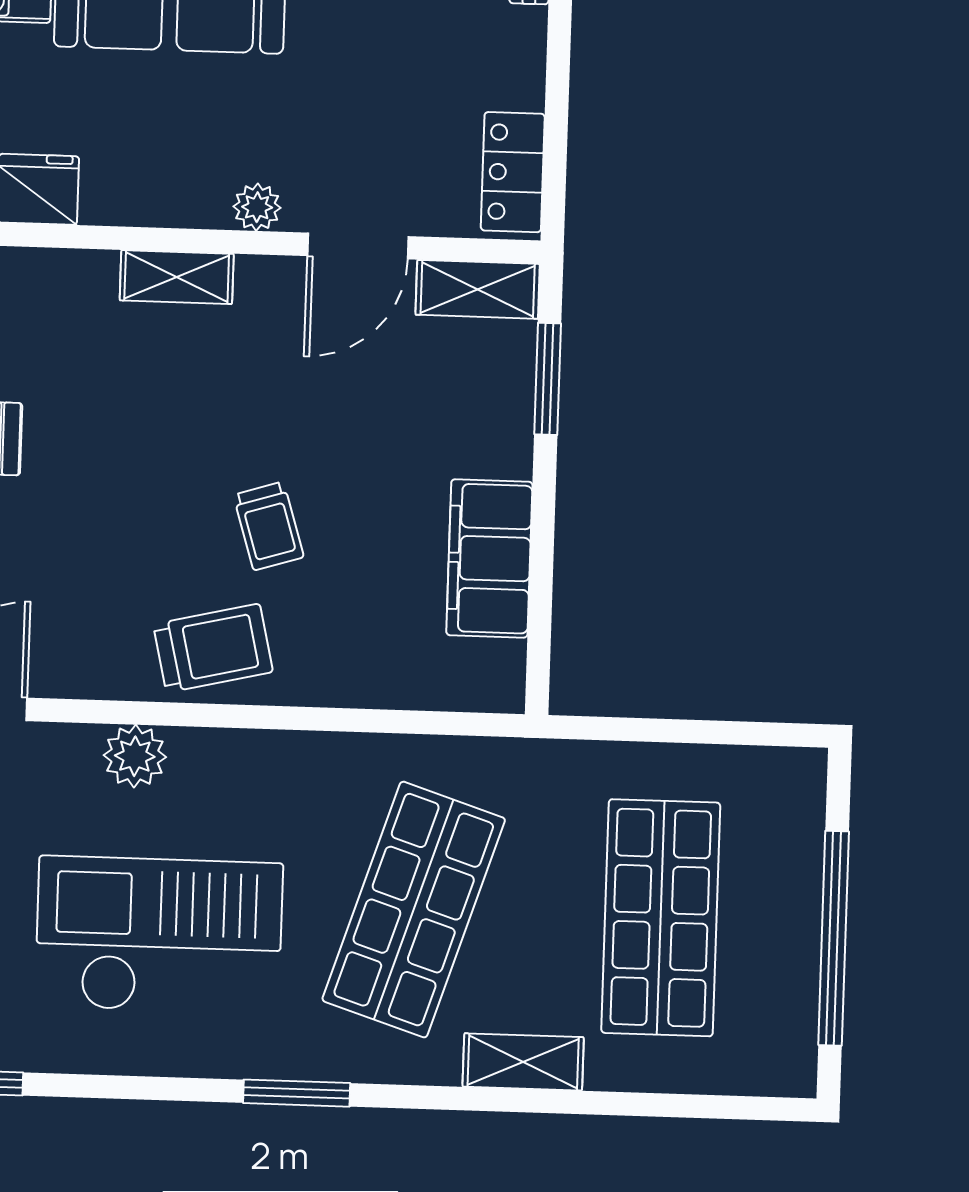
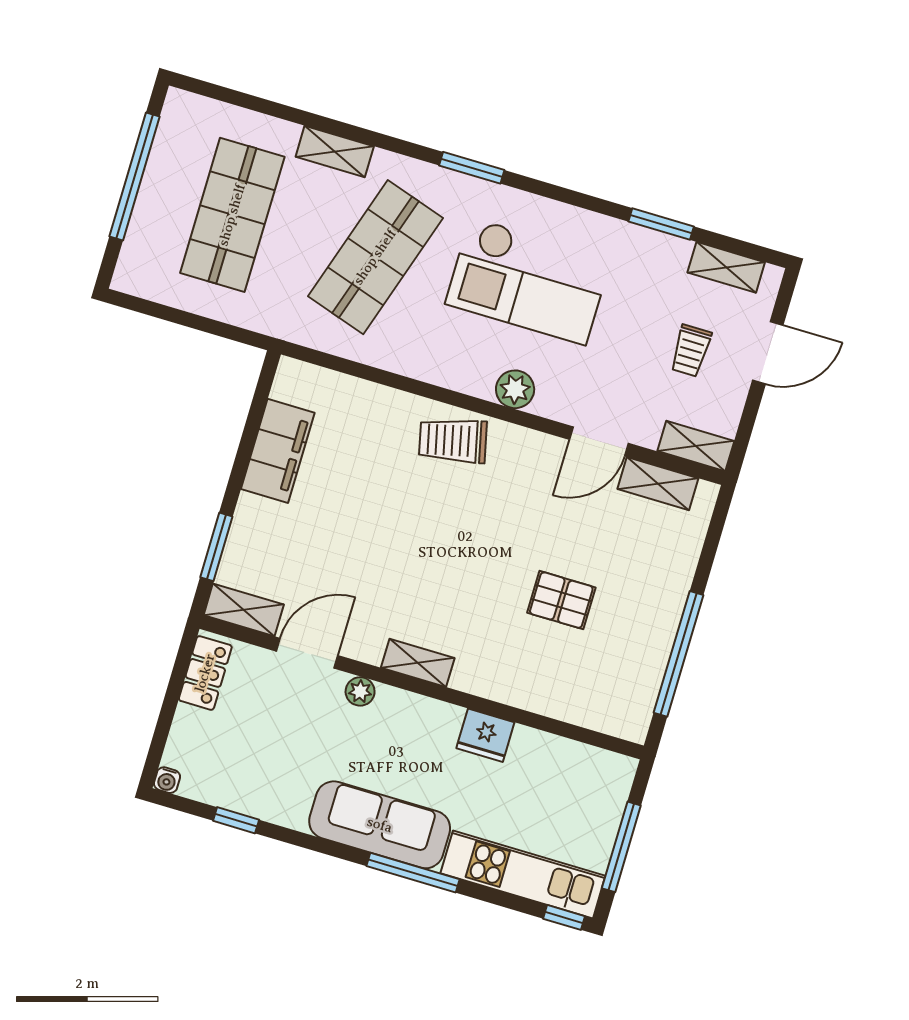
trolley: (269, 526) -> (402, 503), removed

